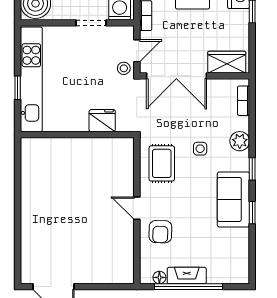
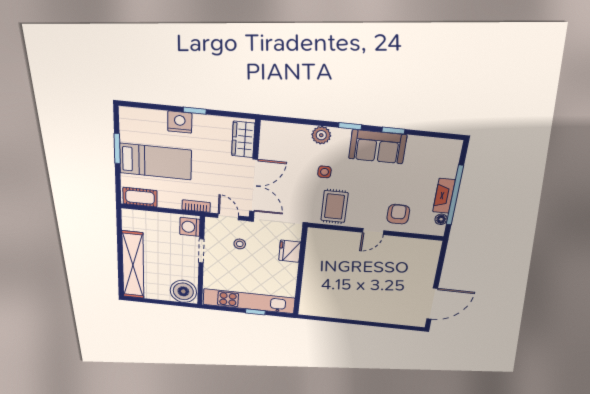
stool: (124, 68) -> (240, 244), moved
bookcase: (243, 101) -> (282, 128), removed
rug: (162, 163) -> (334, 207), turned 90
armchair: (160, 232) -> (398, 214), turned -92

